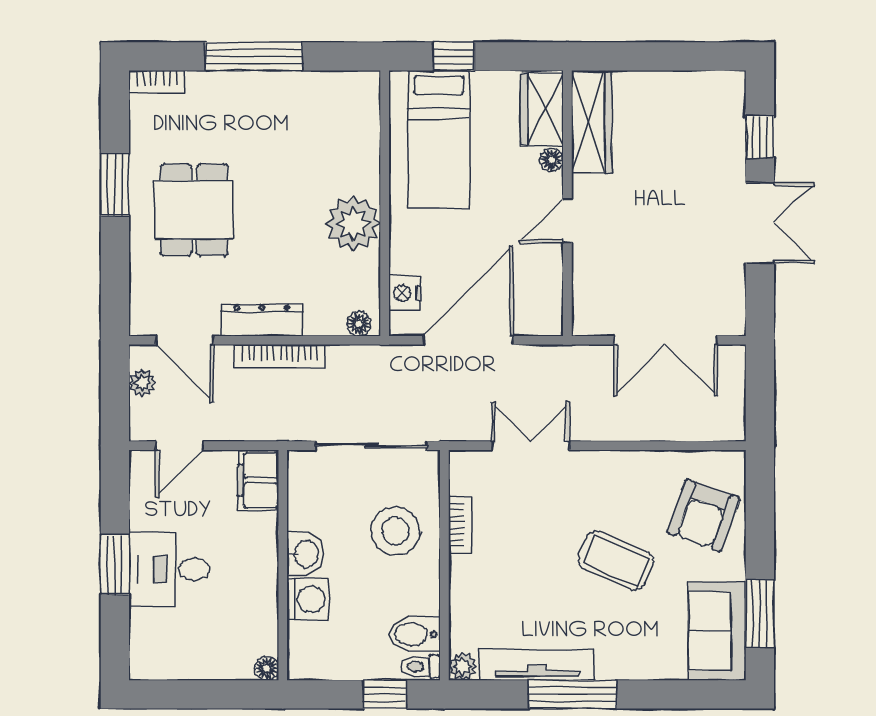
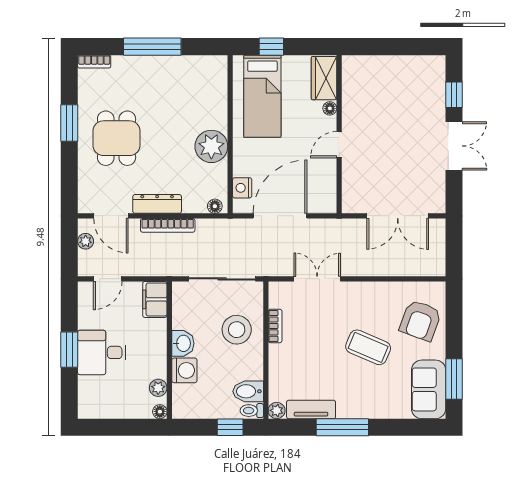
wardrobe: (591, 122) -> (354, 86), removed
plant: (264, 628) -> (158, 388), added
tv unit: (537, 665) -> (311, 409), width x0.71

